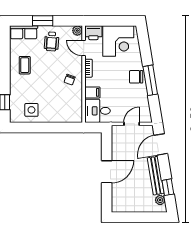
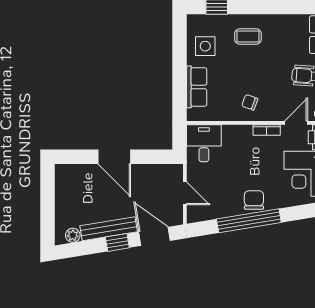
coffee table: (25, 65) -> (248, 36), moved
window: (150, 80) -> (249, 221), width x1.46
filing cabinet: (92, 92) -> (231, 136), removed
row of seats: (59, 116) -> (197, 87), added
window: (168, 187) -> (117, 242), moved

